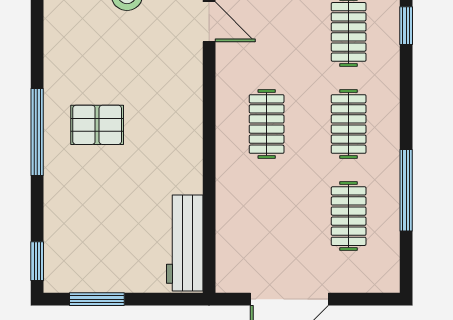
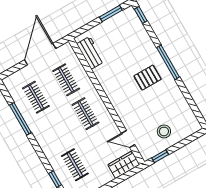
clothes rail: (349, 124) -> (66, 80), moved
workbench: (185, 243) -> (90, 53), width x0.73

